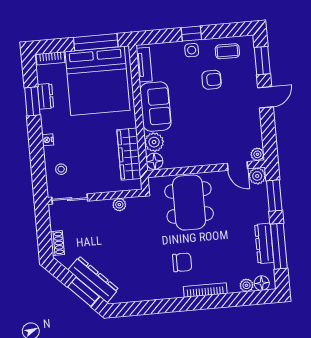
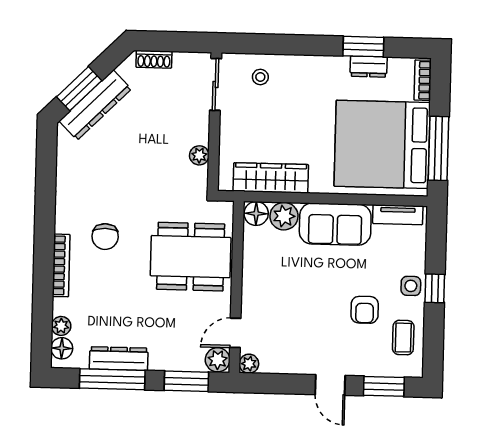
nightstand: (48, 140) -> (305, 62), removed

